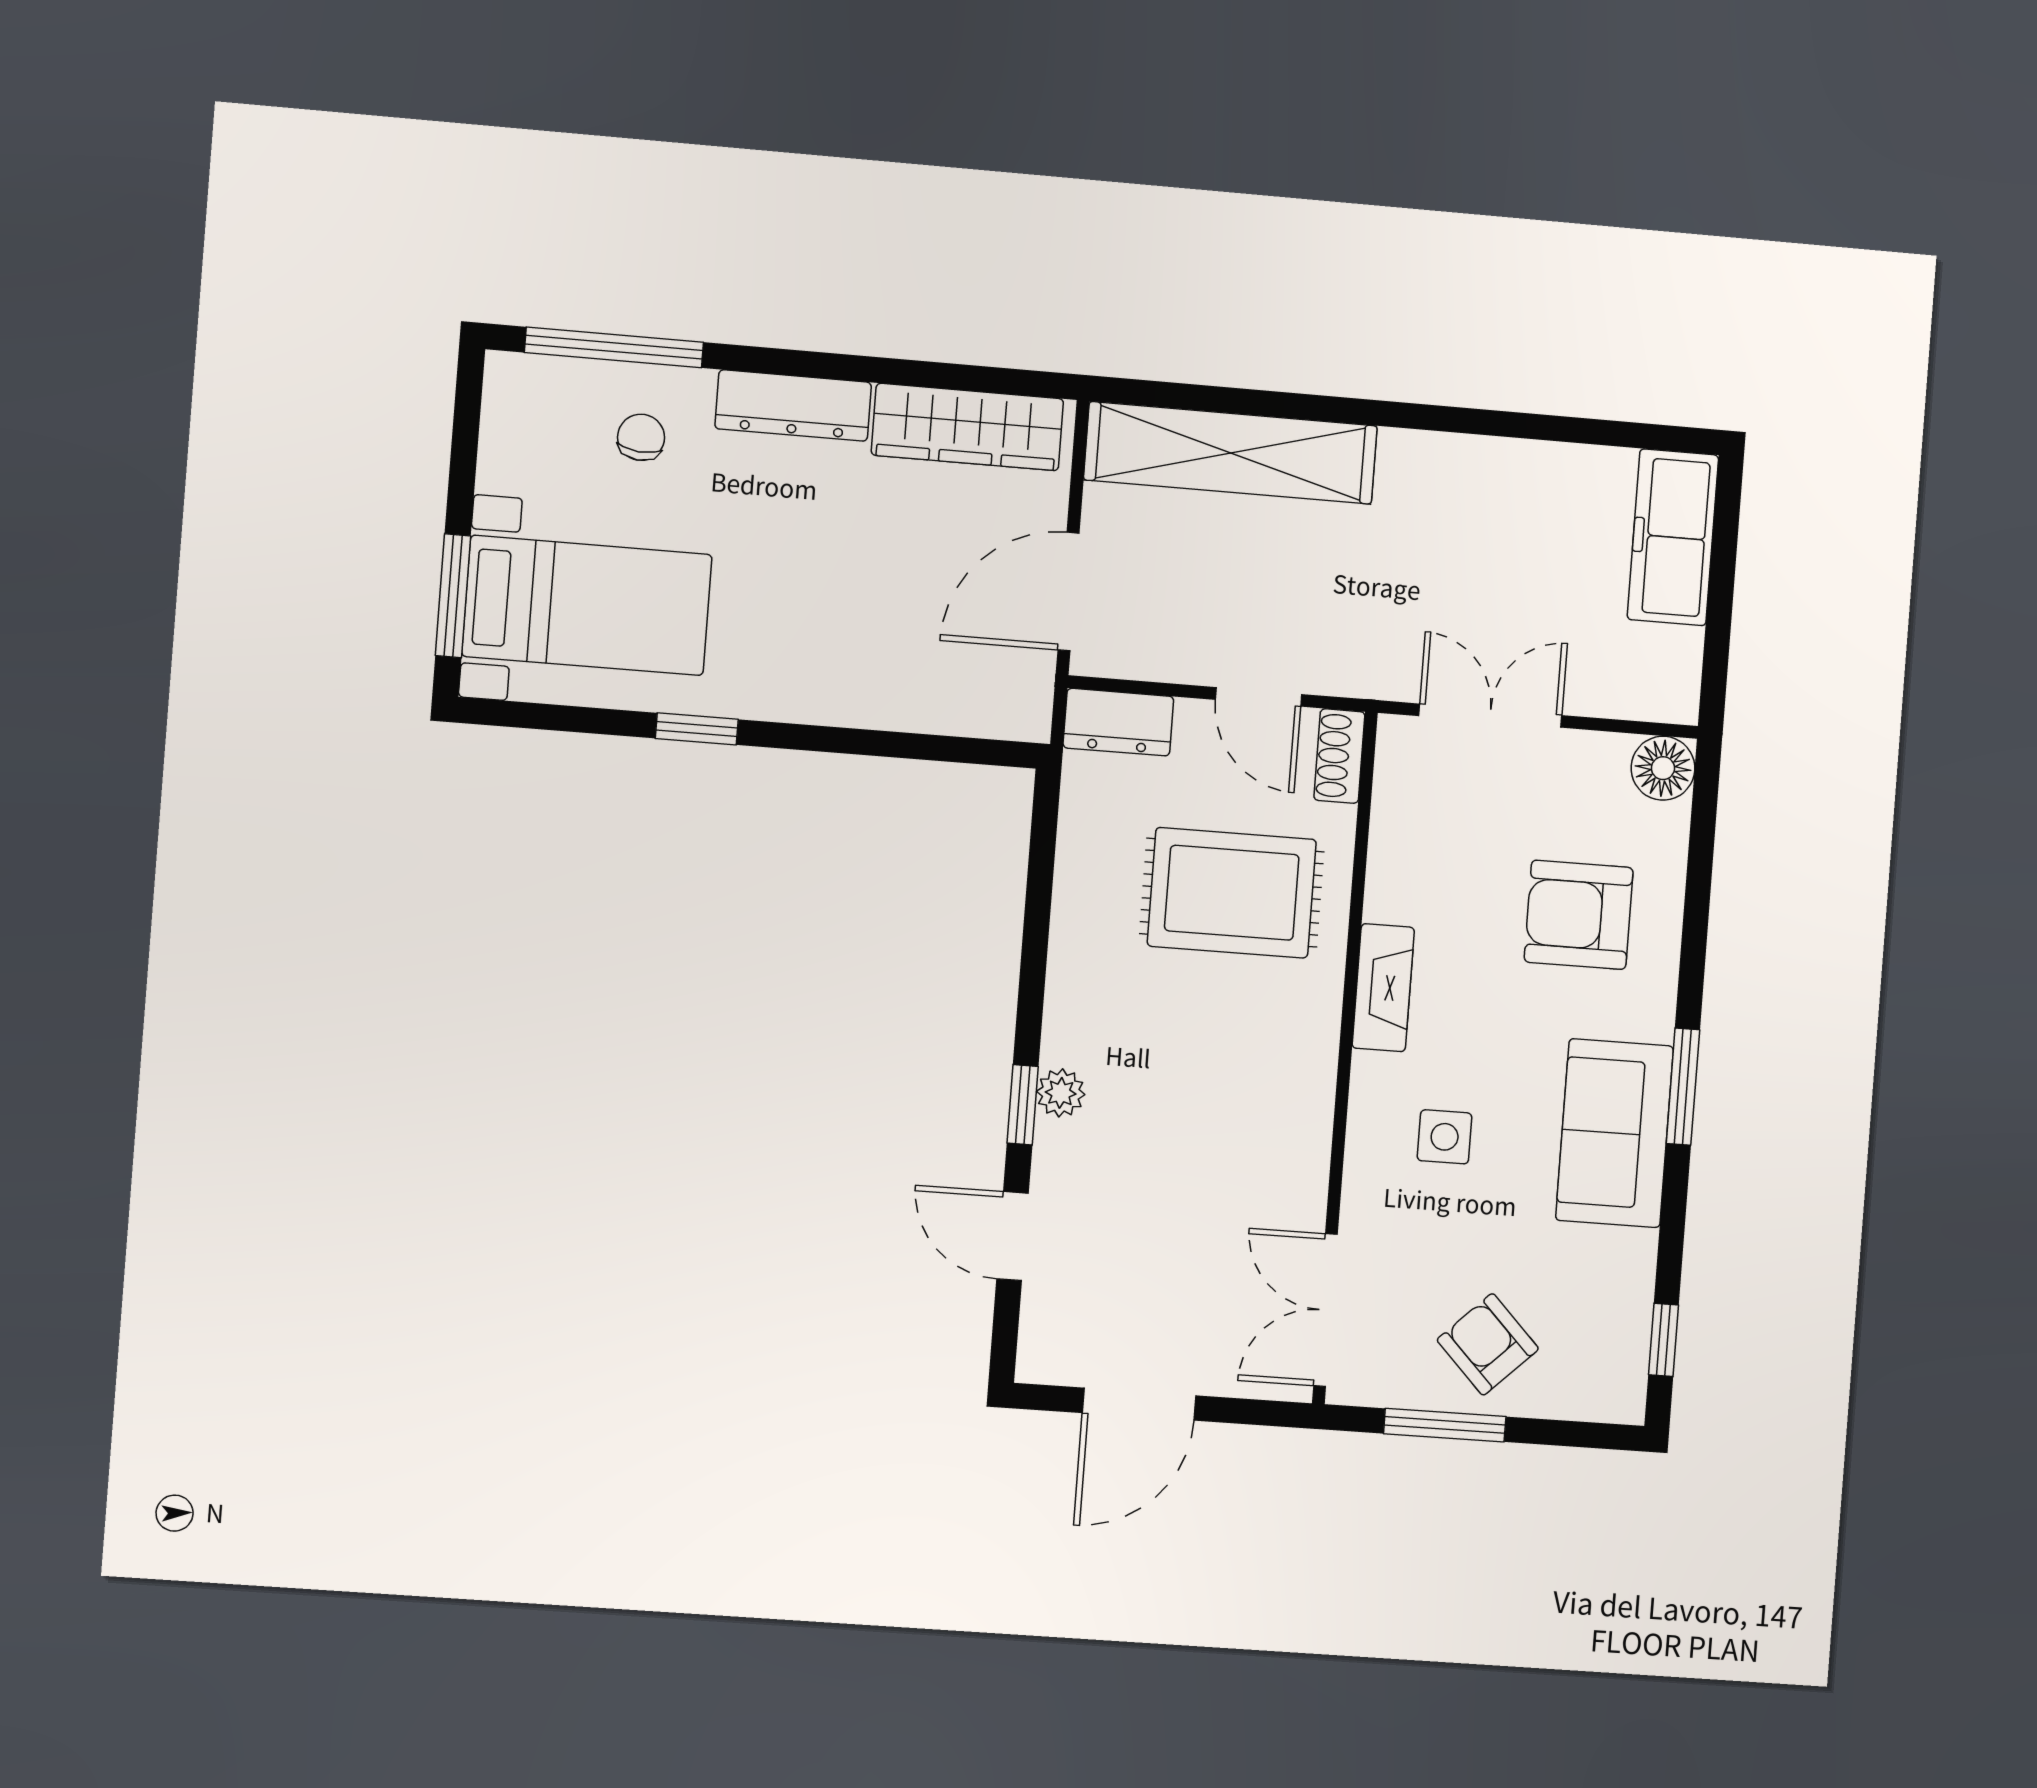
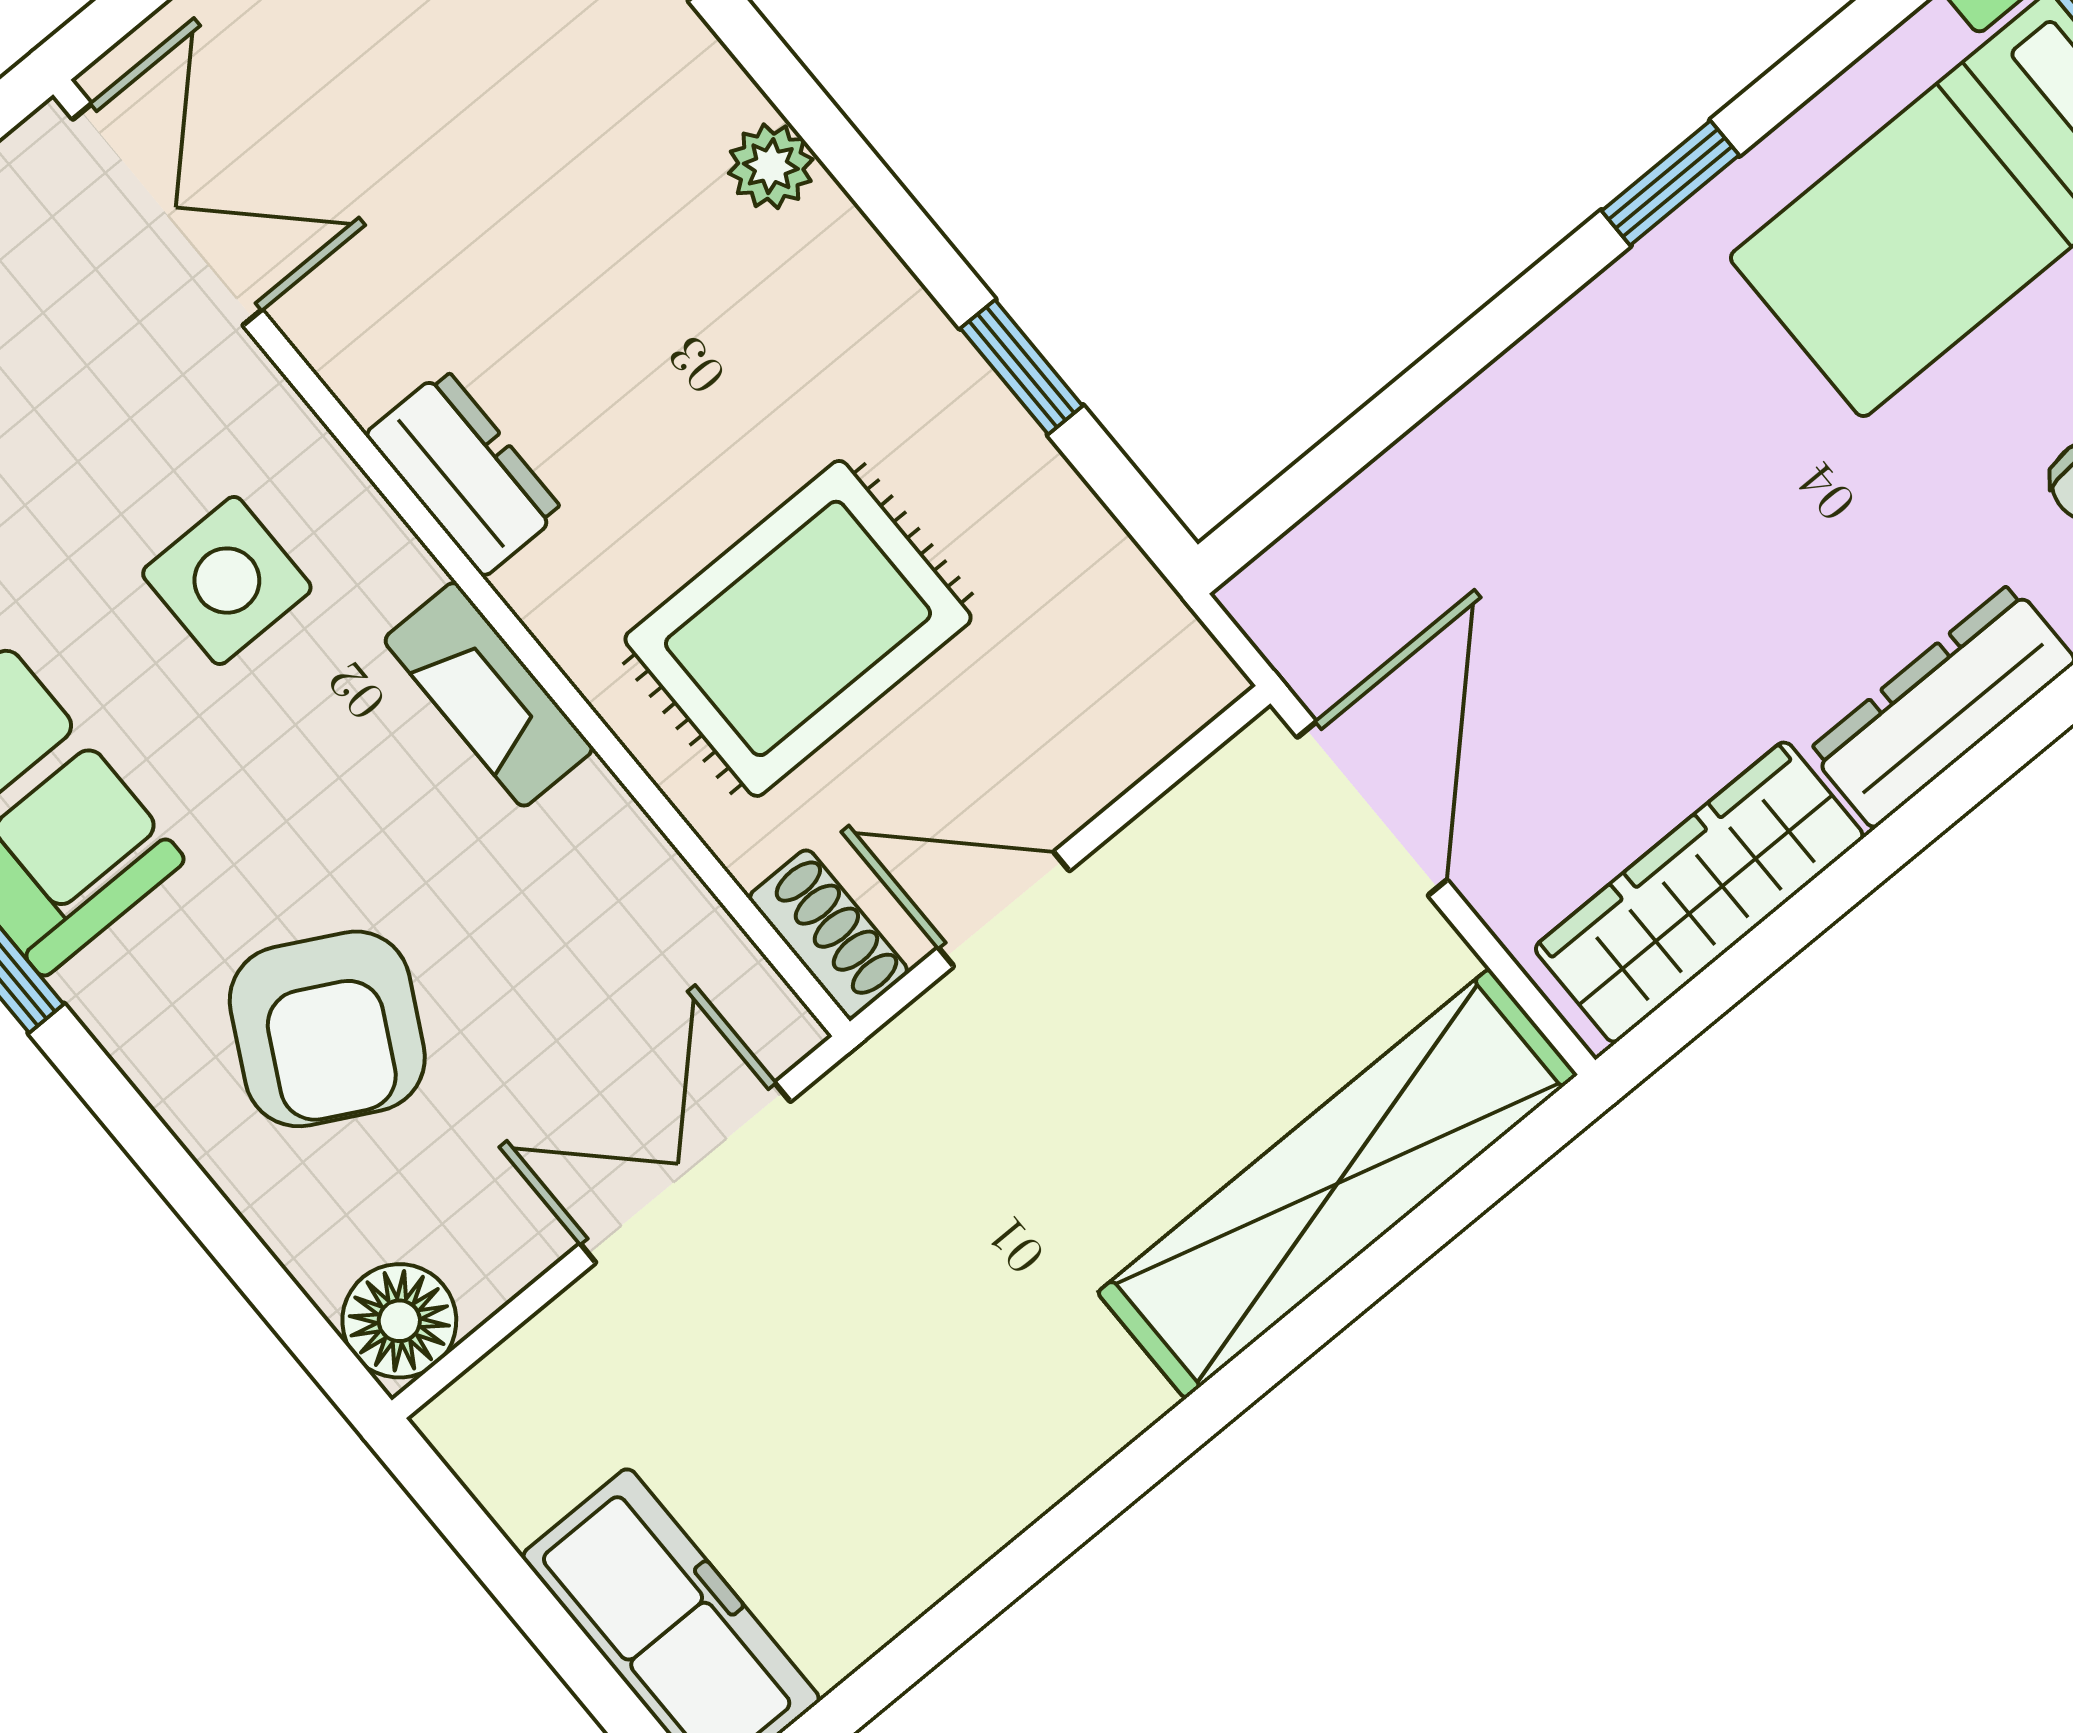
double door: (1490, 716) -> (685, 1173), swing flipped
dresser: (1118, 722) -> (464, 473), moved, turned 90
armchair: (1579, 915) -> (327, 1029), turned 118
window: (1023, 1105) -> (1022, 367), moved
side table: (1445, 1137) -> (227, 581), width x1.37, depth x1.37

